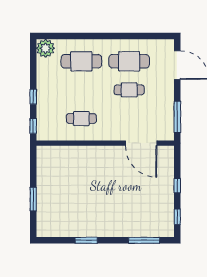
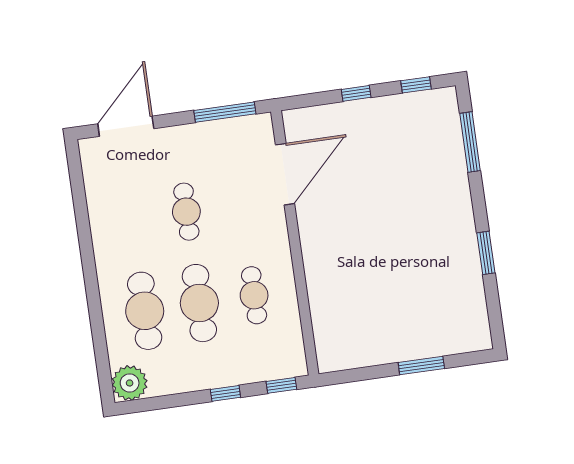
cafe table: (129, 61) -> (199, 303), moved

